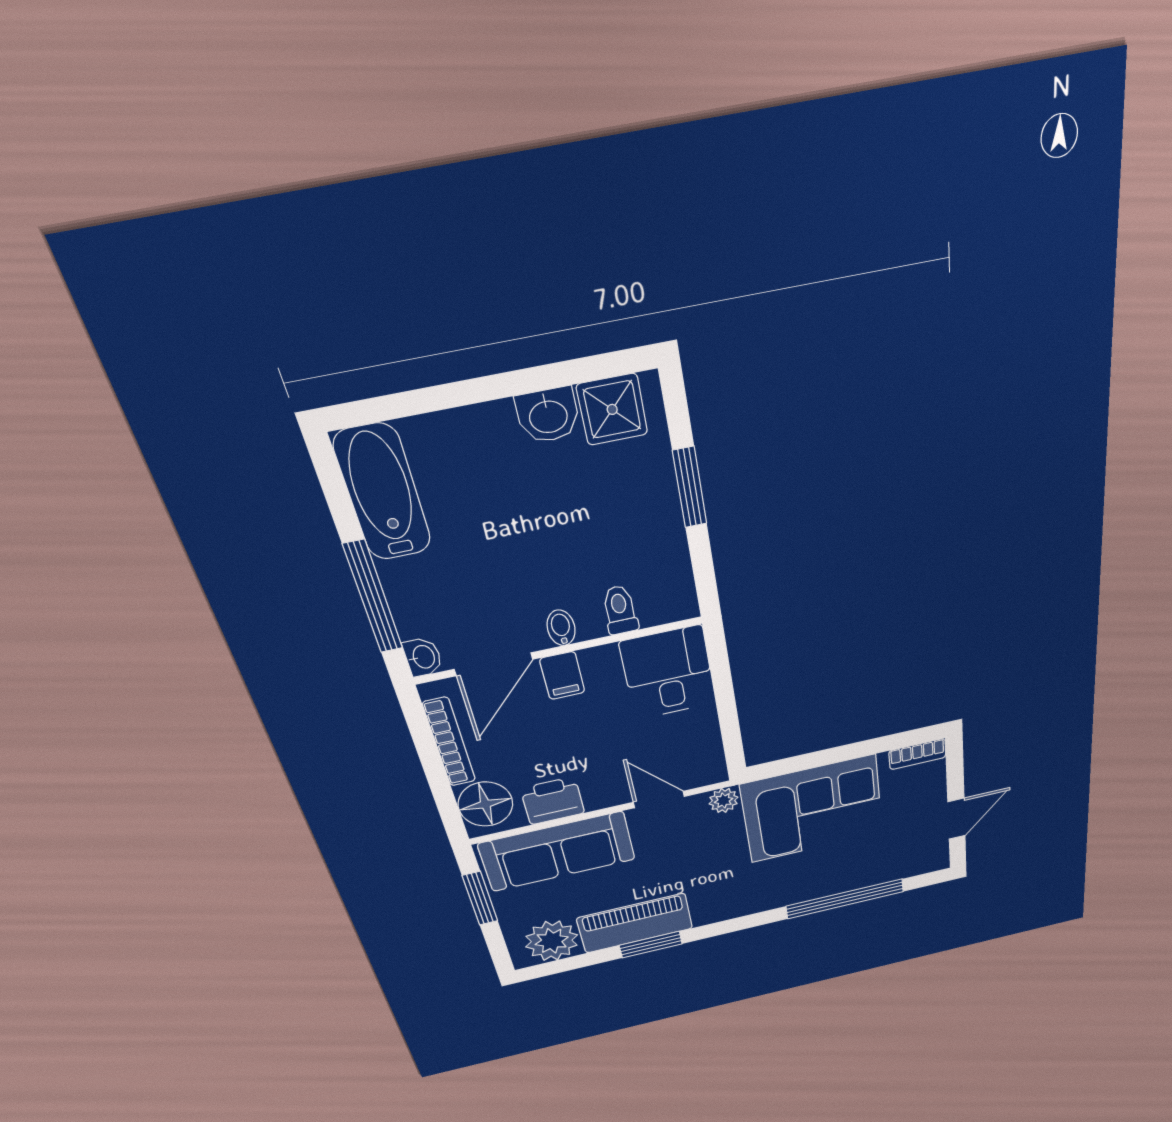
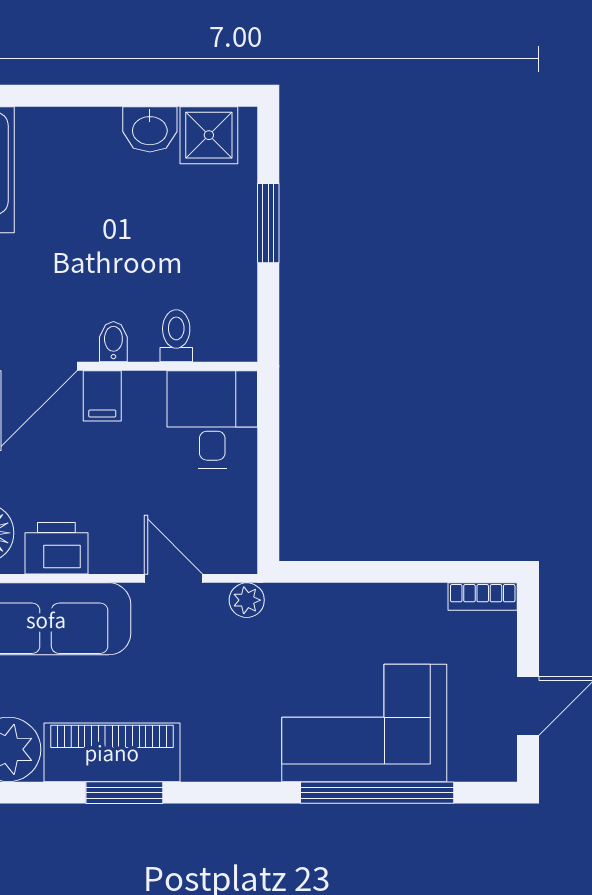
corner sofa: (813, 809) -> (364, 723), moved, turned 180

